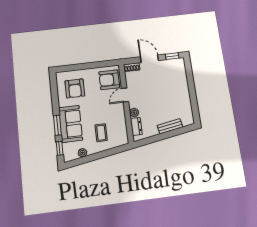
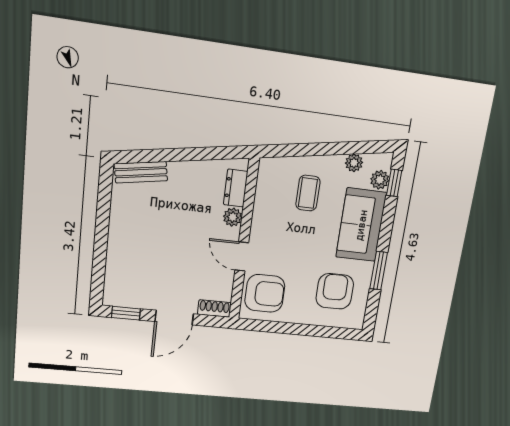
door: (149, 59) -> (174, 318), hinge flipped
door: (125, 95) -> (242, 256), swing flipped
window: (57, 125) -> (379, 271), moved
bench: (170, 126) -> (141, 172), moved
plant: (67, 148) -> (380, 180), added

